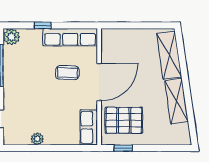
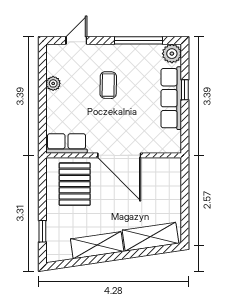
row of seats: (70, 37) -> (171, 98), moved
coffee table: (67, 73) -> (108, 85), moved
window: (123, 148) -> (42, 231), moved

